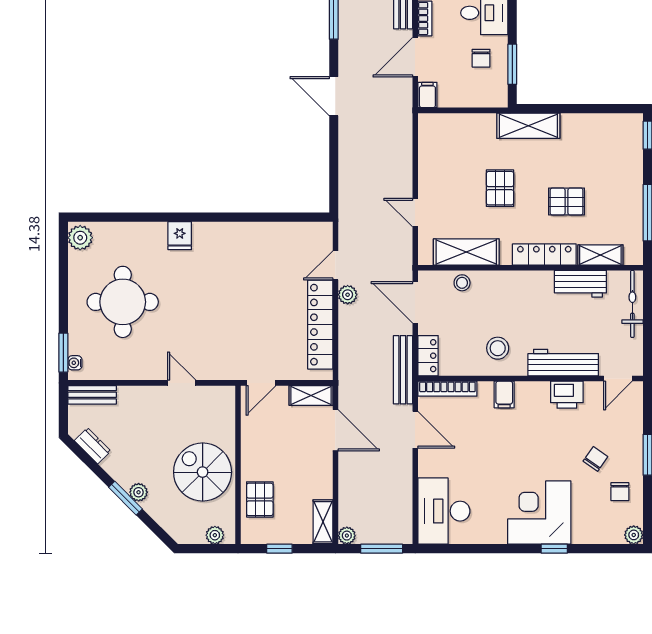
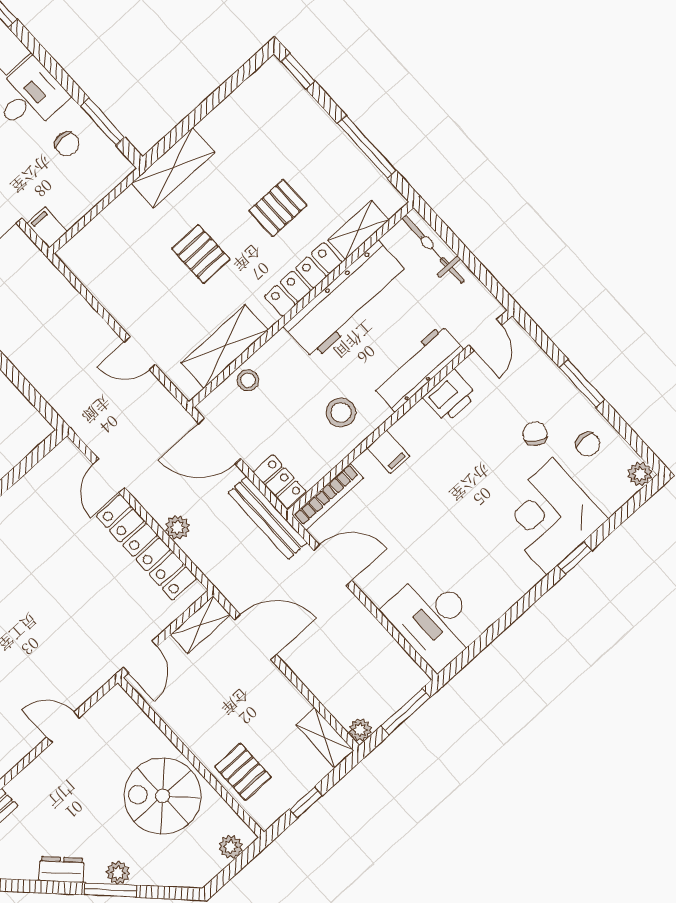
workbench: (580, 284) -> (346, 300), width x1.88, depth x1.32
plant: (348, 295) -> (177, 527), moved
dresser: (93, 446) -> (62, 870), moved
corner desk: (539, 513) -> (550, 516), moved

